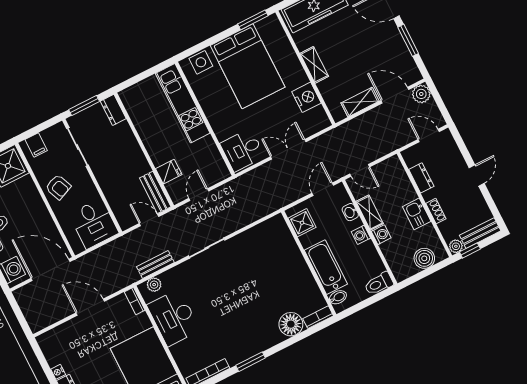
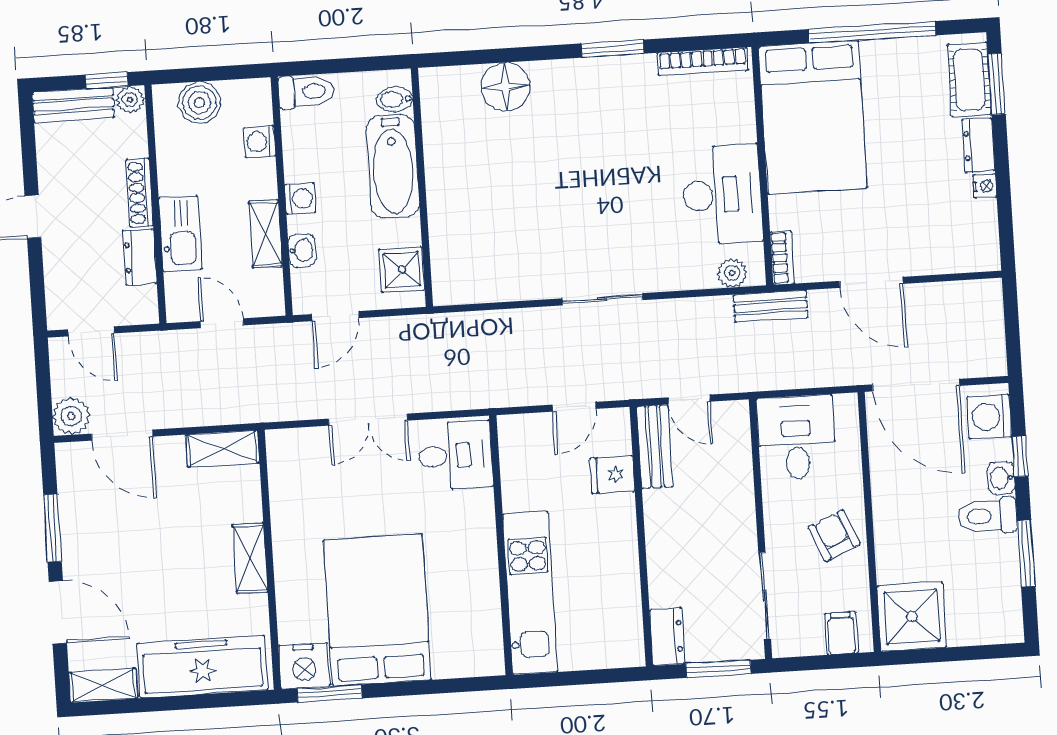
side table: (201, 62) -> (462, 655), removed
nightstand: (306, 97) -> (304, 666), moved, turned -90
shelving: (360, 102) -> (223, 449), moved
door: (360, 170) -> (222, 323), moved
shoe rack: (436, 211) -> (140, 193), width x1.43
kitchen sink: (417, 214) -> (180, 233), moved, width x1.38
washing machine: (381, 235) -> (259, 142), moved
bench: (155, 265) -> (771, 306), moved
bookcase: (318, 317) -> (448, 78), removed

